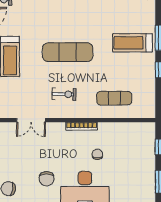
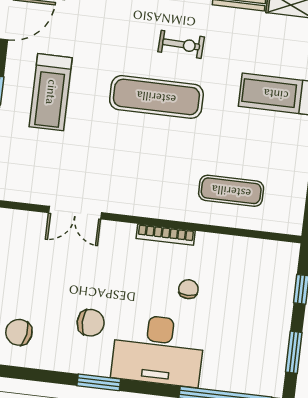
exercise bike: (64, 94) -> (181, 44), moved
chair: (47, 179) -> (91, 323), turned -90

